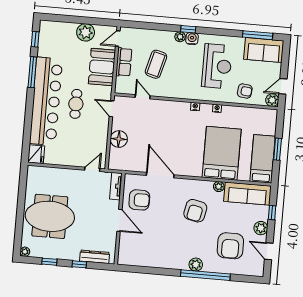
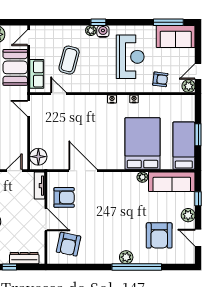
row of seats: (124, 62) -> (37, 74), moved
floor lamp: (119, 139) -> (38, 157), moved
armchair: (195, 211) -> (69, 244), moved

